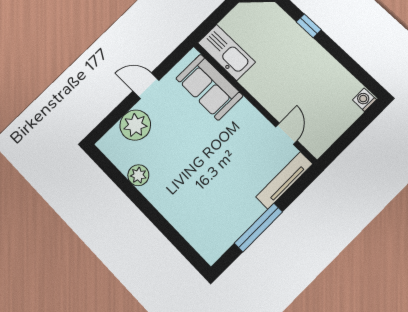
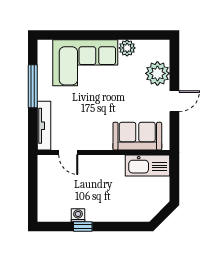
window: (309, 26) -> (83, 227), moved
washing machine: (364, 100) -> (78, 215), moved, turned -90
corner sofa: (189, 200) -> (85, 63), added

